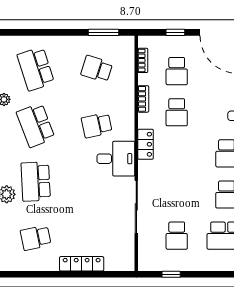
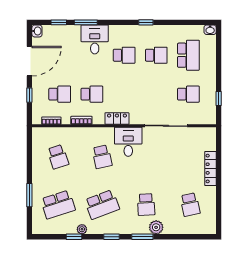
window: (104, 32) -> (29, 195), moved
school desk: (97, 69) -> (58, 157), turned -36
school desk: (36, 181) -> (146, 205), width x0.54

